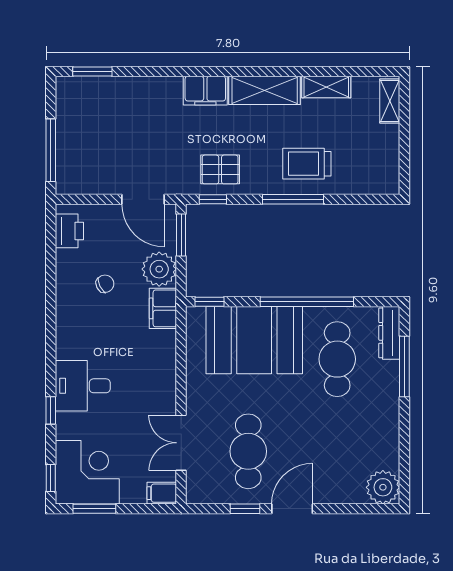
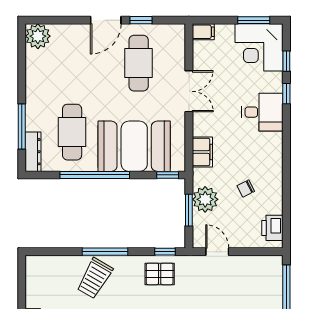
trolley: (307, 164) -> (95, 278), turned 120
door: (143, 199) -> (217, 252), width x0.73
window: (181, 235) -> (189, 210), moved
filing cabinet: (163, 308) -> (202, 152), moved
double door: (181, 443) -> (189, 91), moved
window: (51, 478) -> (286, 61), moved

